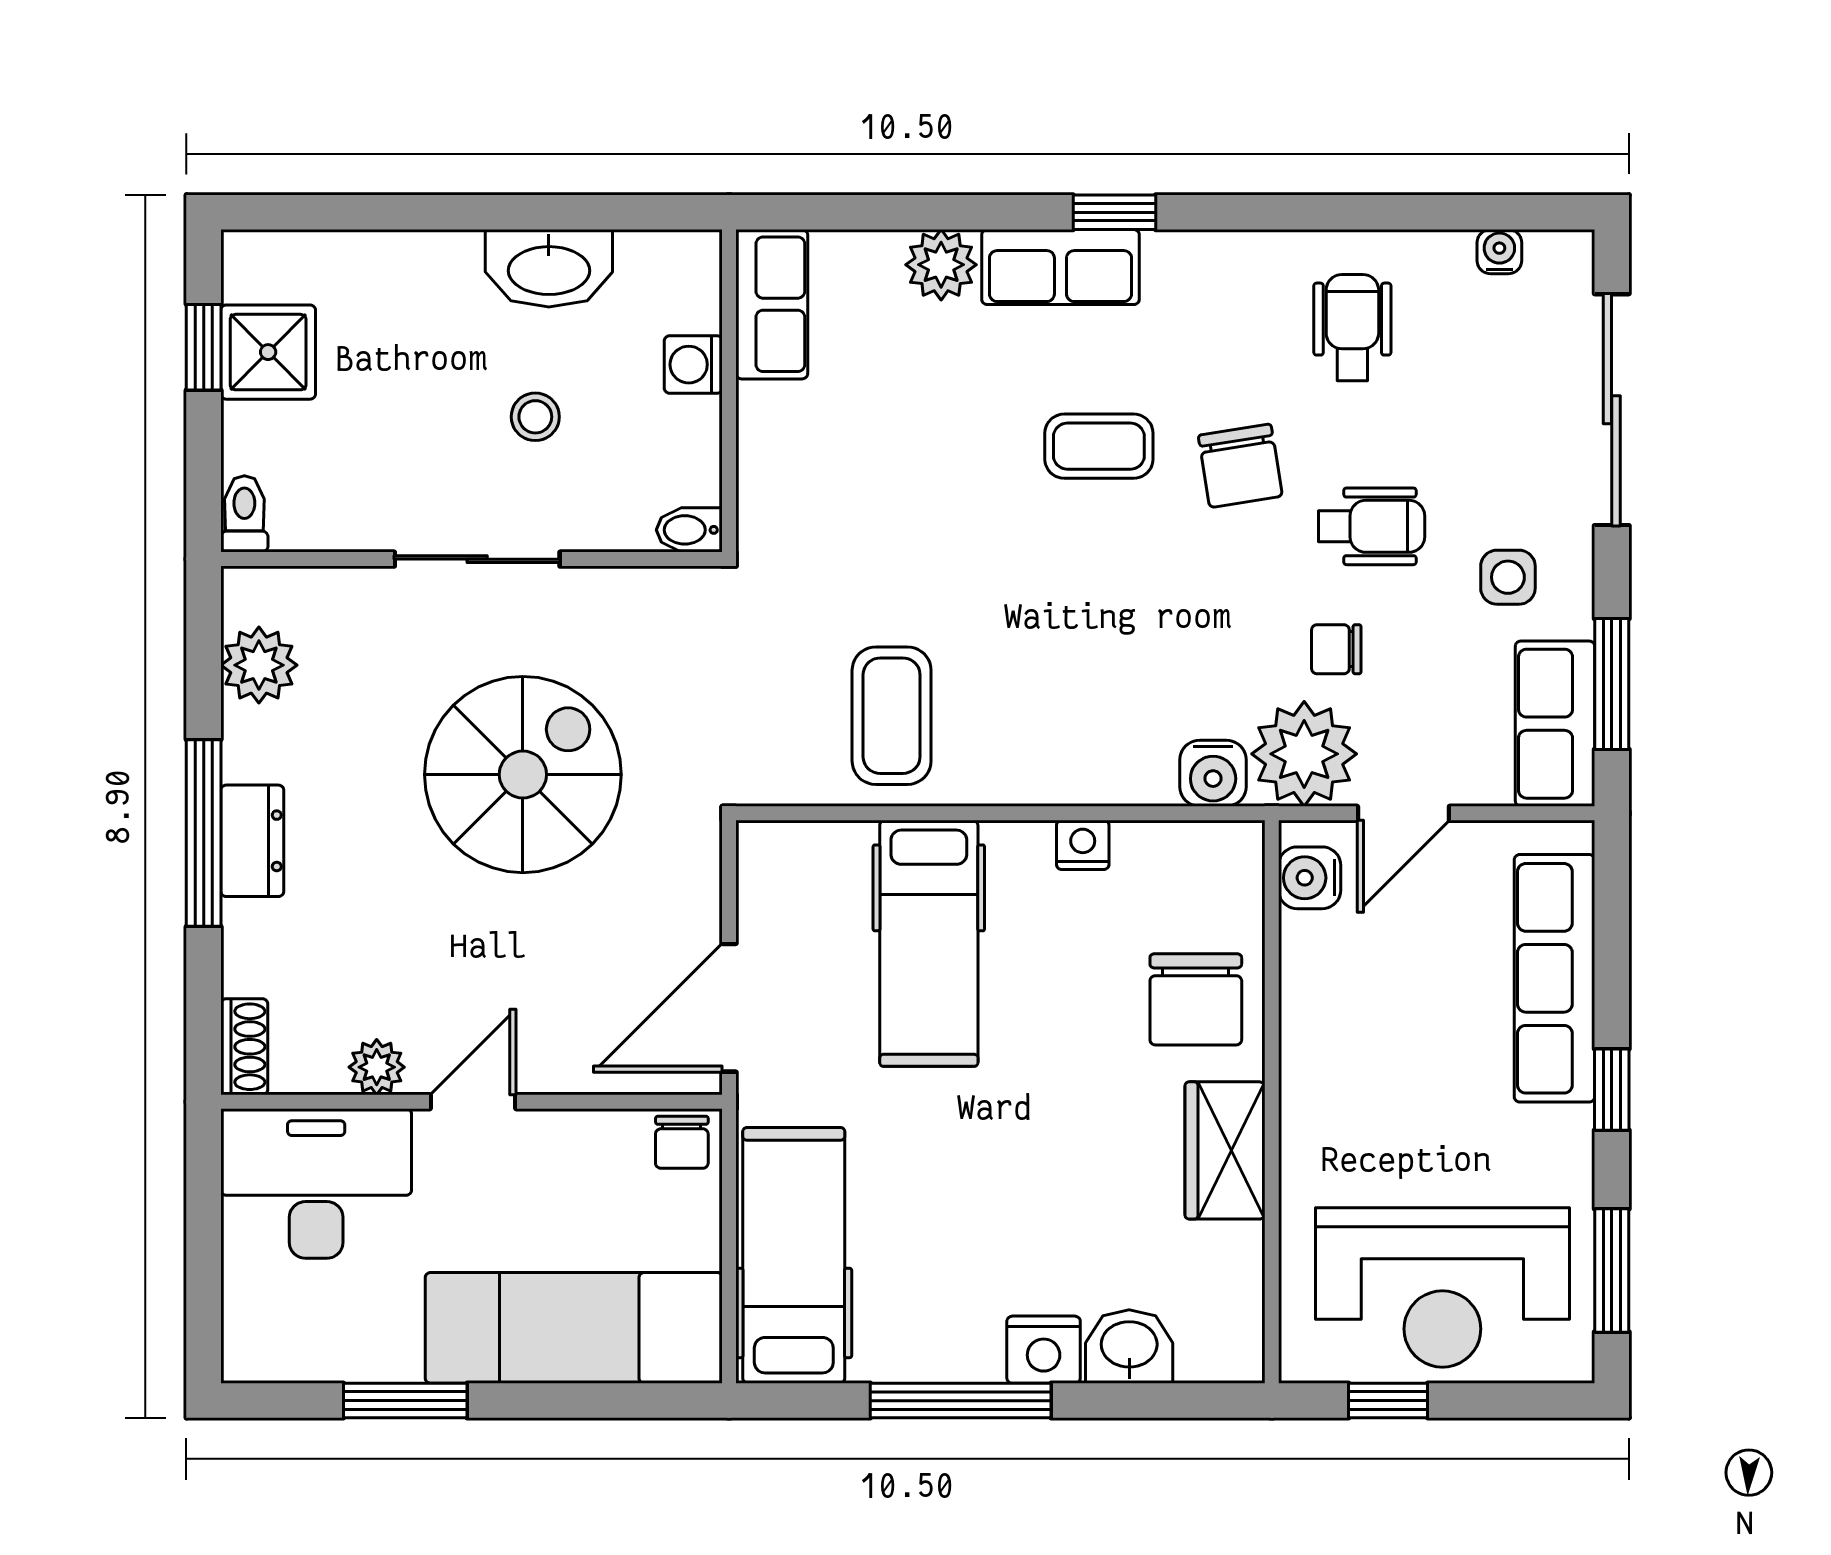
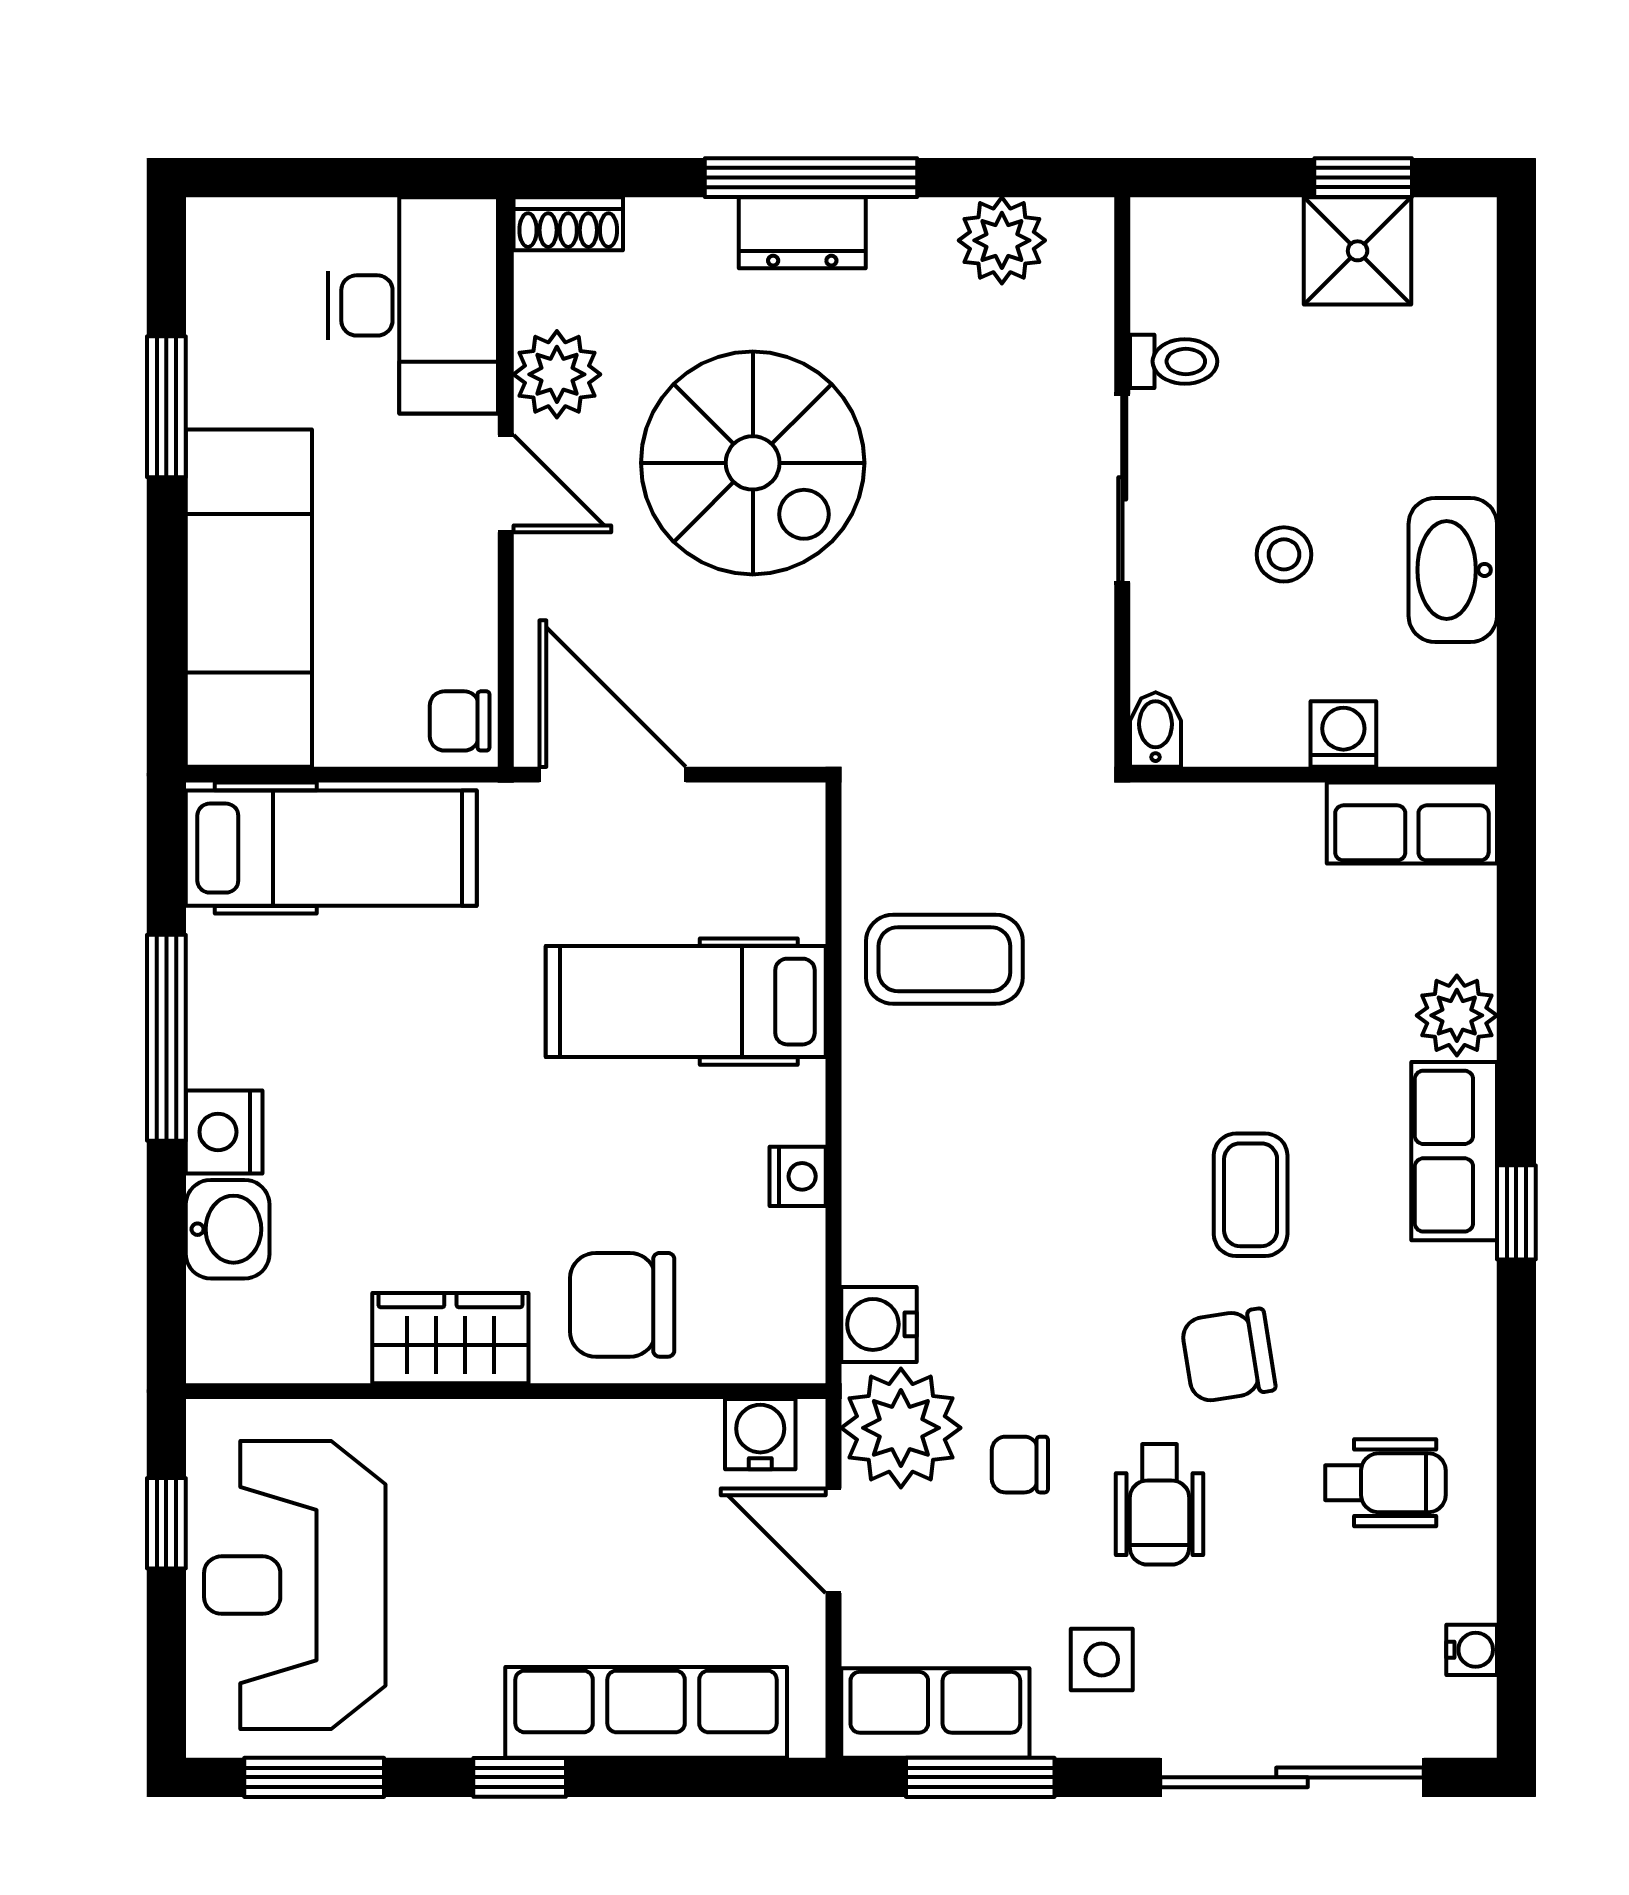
toilet: (244, 514) -> (1174, 361), moved
chair: (1336, 649) -> (1020, 1465), turned -90
spiral stairs: (523, 775) -> (753, 463), moved
plant: (377, 1067) -> (557, 374), width x1.38, depth x1.38

